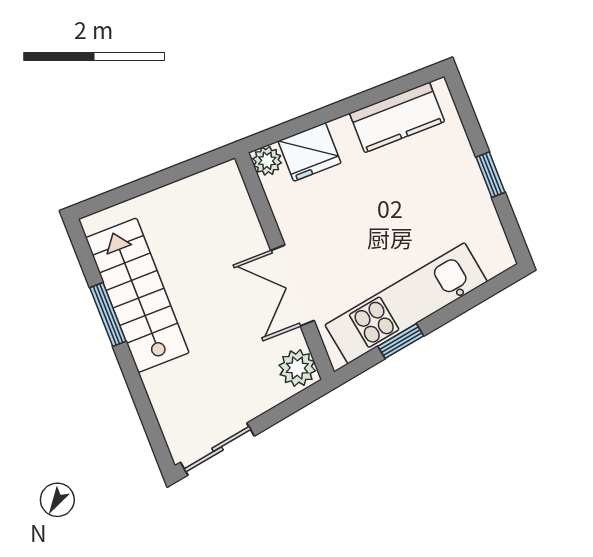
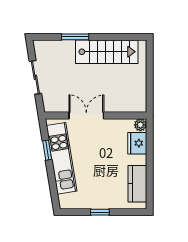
window: (108, 314) -> (75, 37), moved
plant: (297, 368) -> (53, 105), removed
sliding door: (217, 449) -> (35, 77), moved

